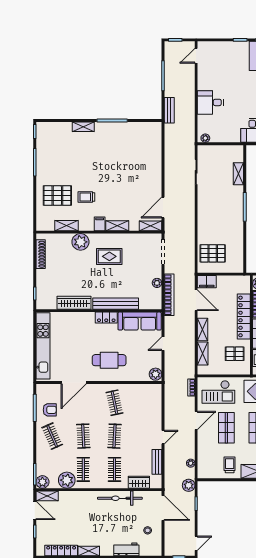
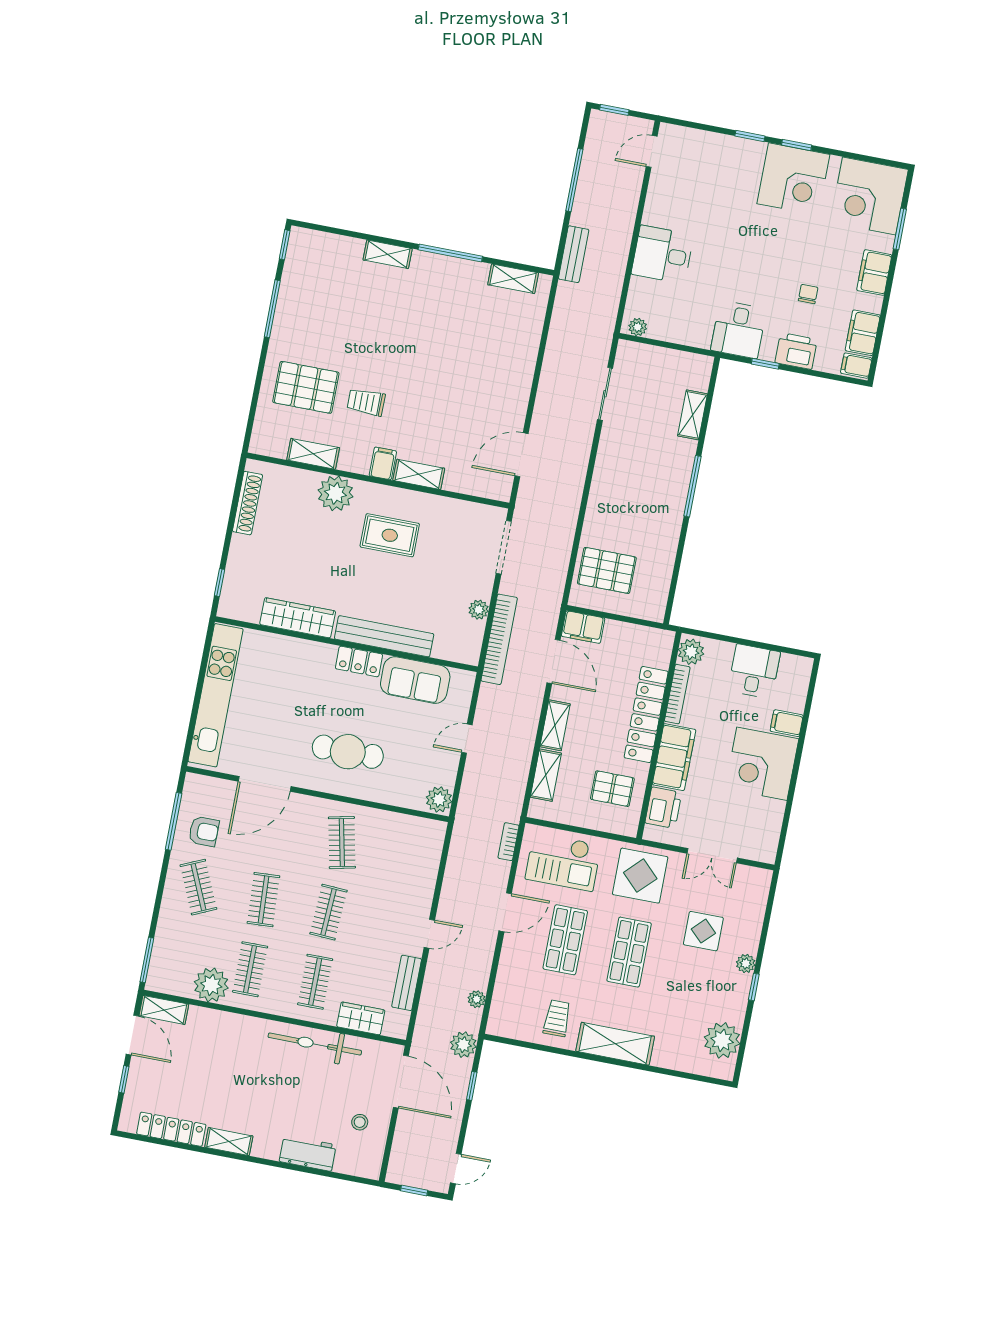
shelving: (150, 226) -> (513, 279), moved
sofa: (140, 321) -> (415, 680), width x0.73
plant: (42, 482) -> (160, 979), removed

